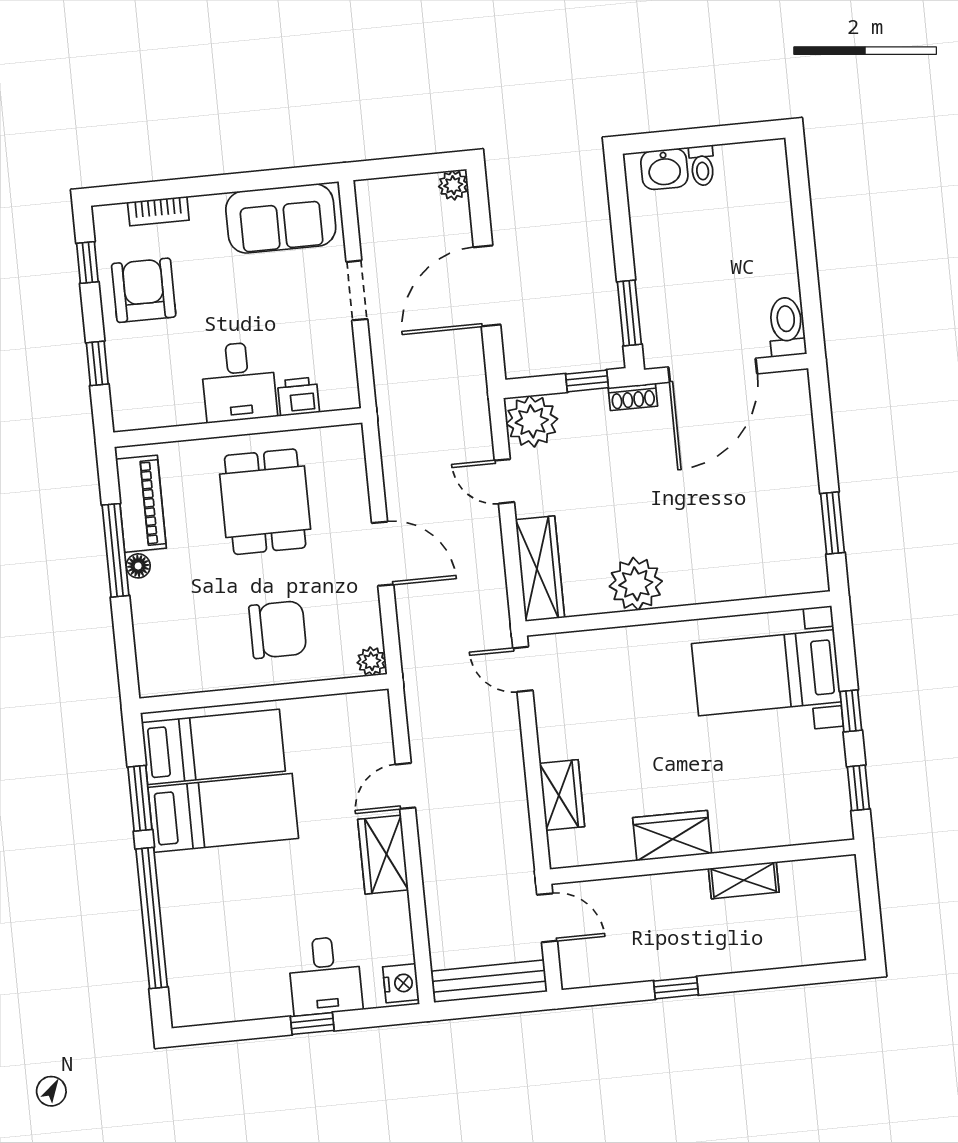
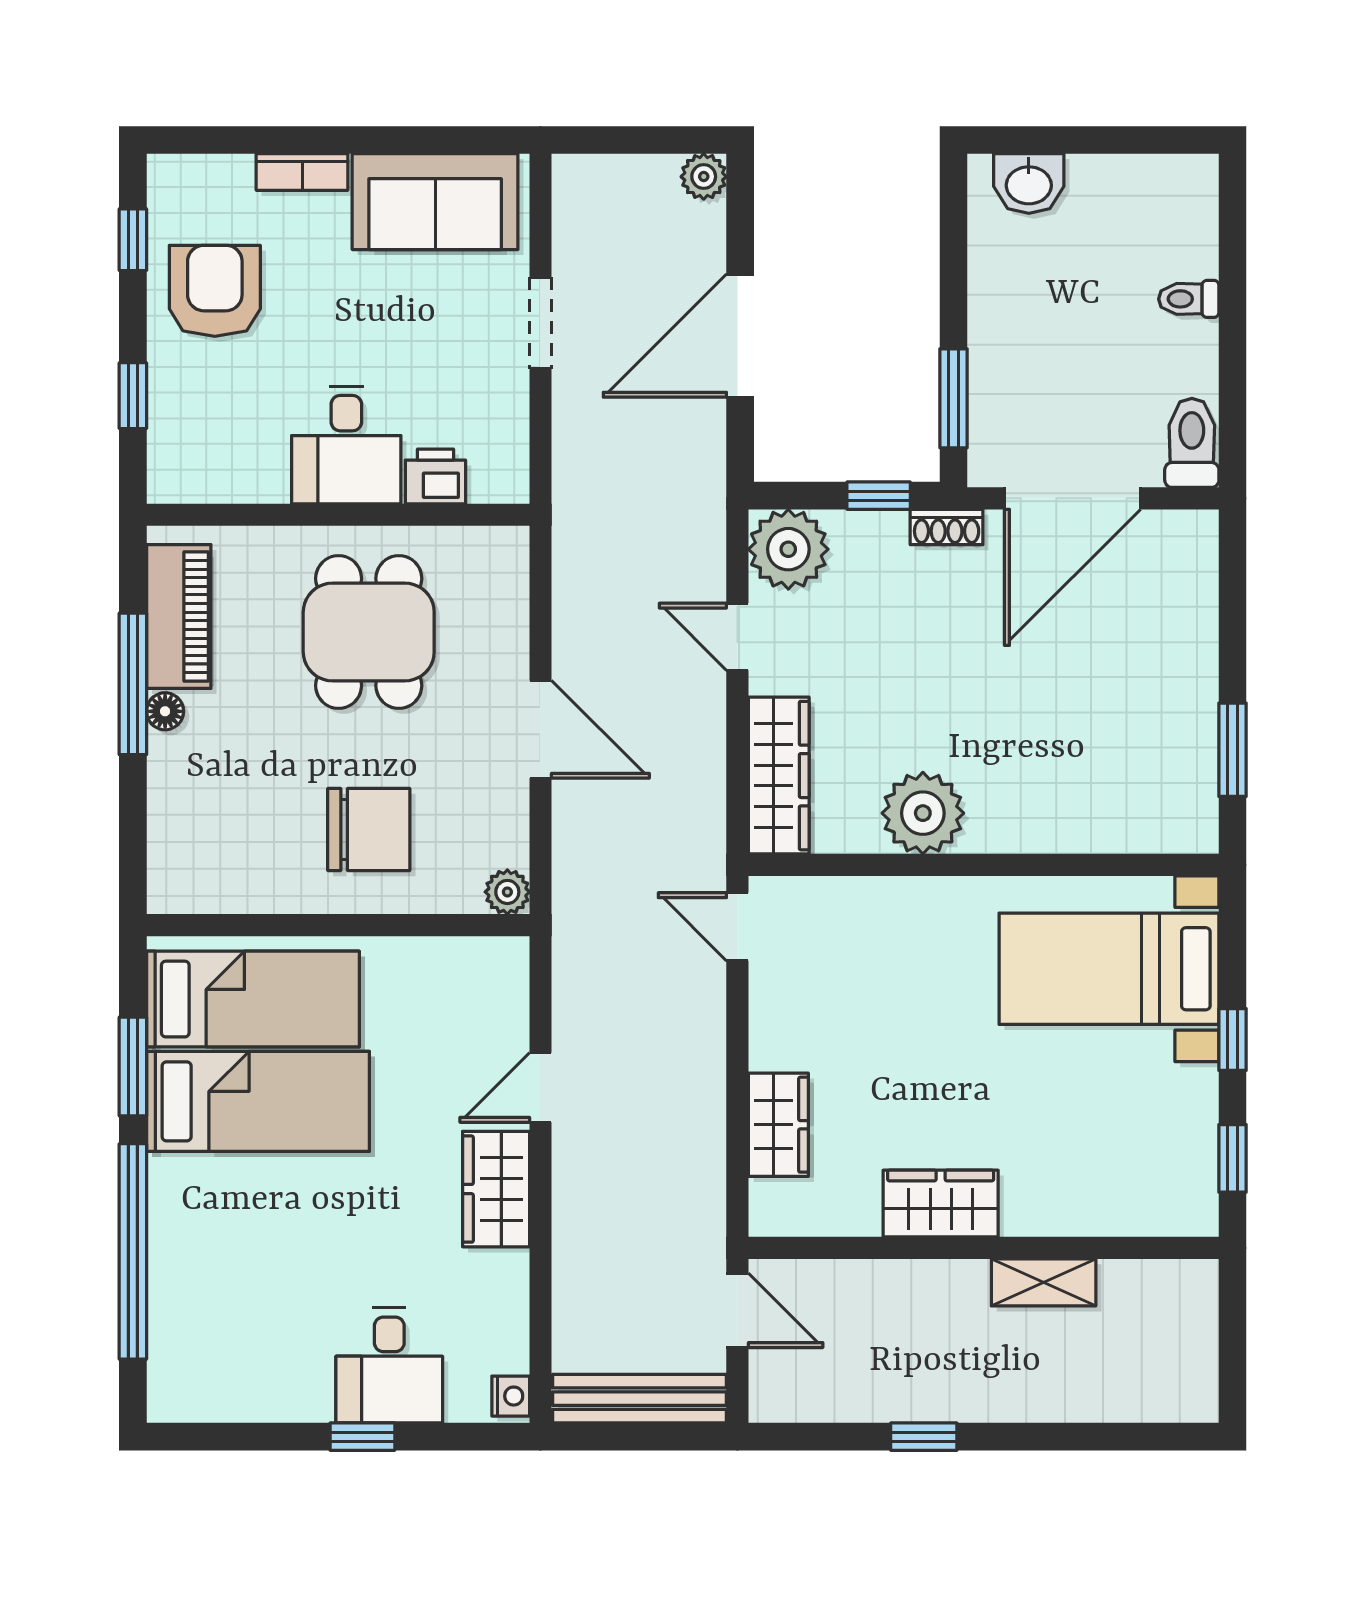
toilet: (702, 166) -> (1189, 299), moved, turned 90
bookcase: (158, 211) -> (302, 172), moved
nightstand: (401, 983) -> (511, 1396), width x0.72, depth x0.74

